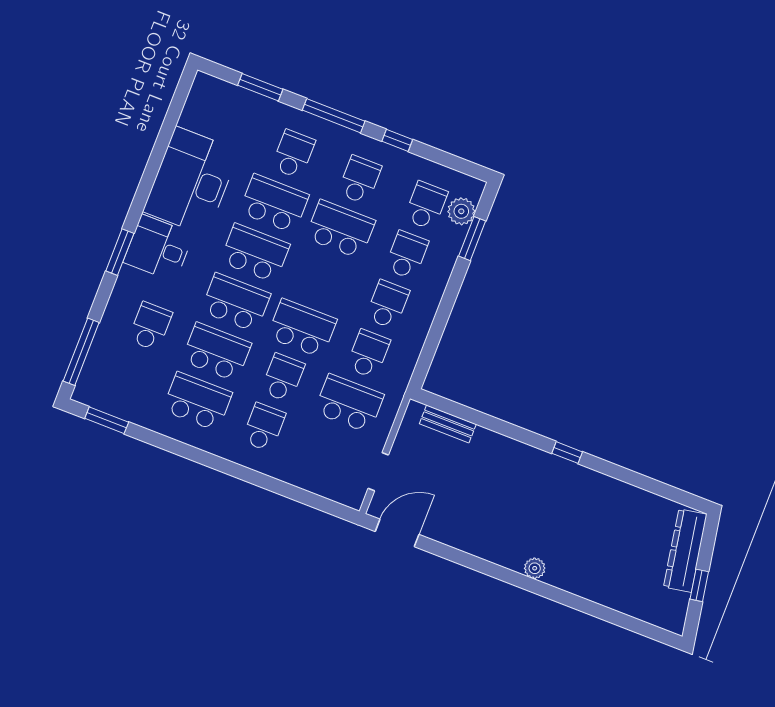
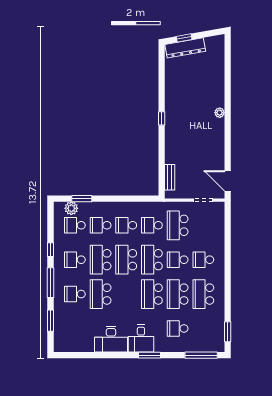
desk: (191, 181) -> (111, 339), width x0.73, depth x0.77
school desk: (255, 253) -> (126, 260), moved
window: (699, 585) -> (184, 38), moved

